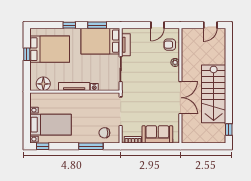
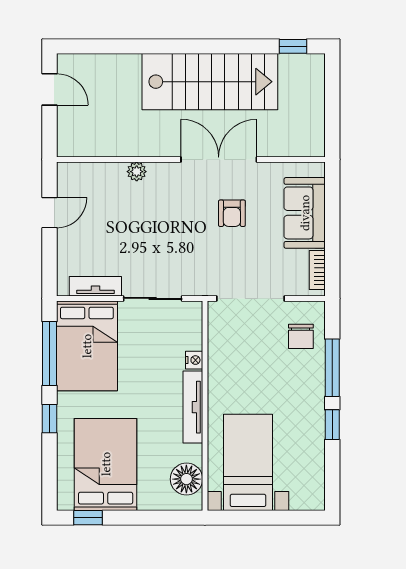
window: (97, 25) -> (49, 353), width x1.44
door: (157, 25) -> (49, 213), hinge flipped
armchair: (170, 45) -> (232, 213), moved
window: (27, 54) -> (88, 518), moved
bed with nightstands: (50, 125) -> (248, 462), moved
window: (43, 146) -> (332, 425), moved

